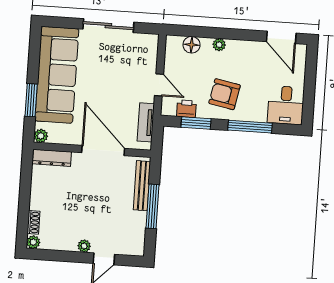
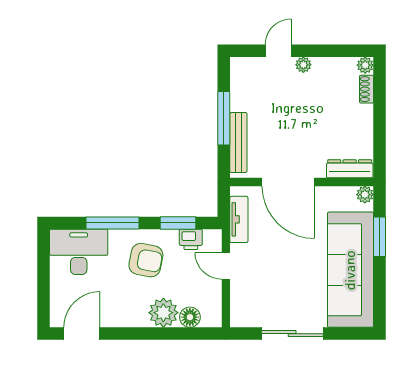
door: (281, 37) -> (82, 334), hinge flipped
plant: (219, 45) -> (163, 313), width x1.87, depth x1.87
desk: (286, 105) -> (79, 252), width x1.37

